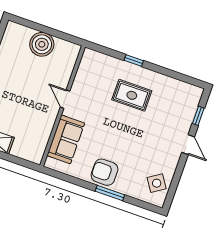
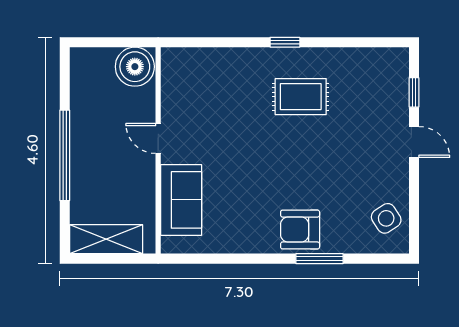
door: (65, 99) -> (158, 138), moved
wall: (63, 106) -> (158, 150), moved
sofa: (66, 139) -> (181, 200), moved

